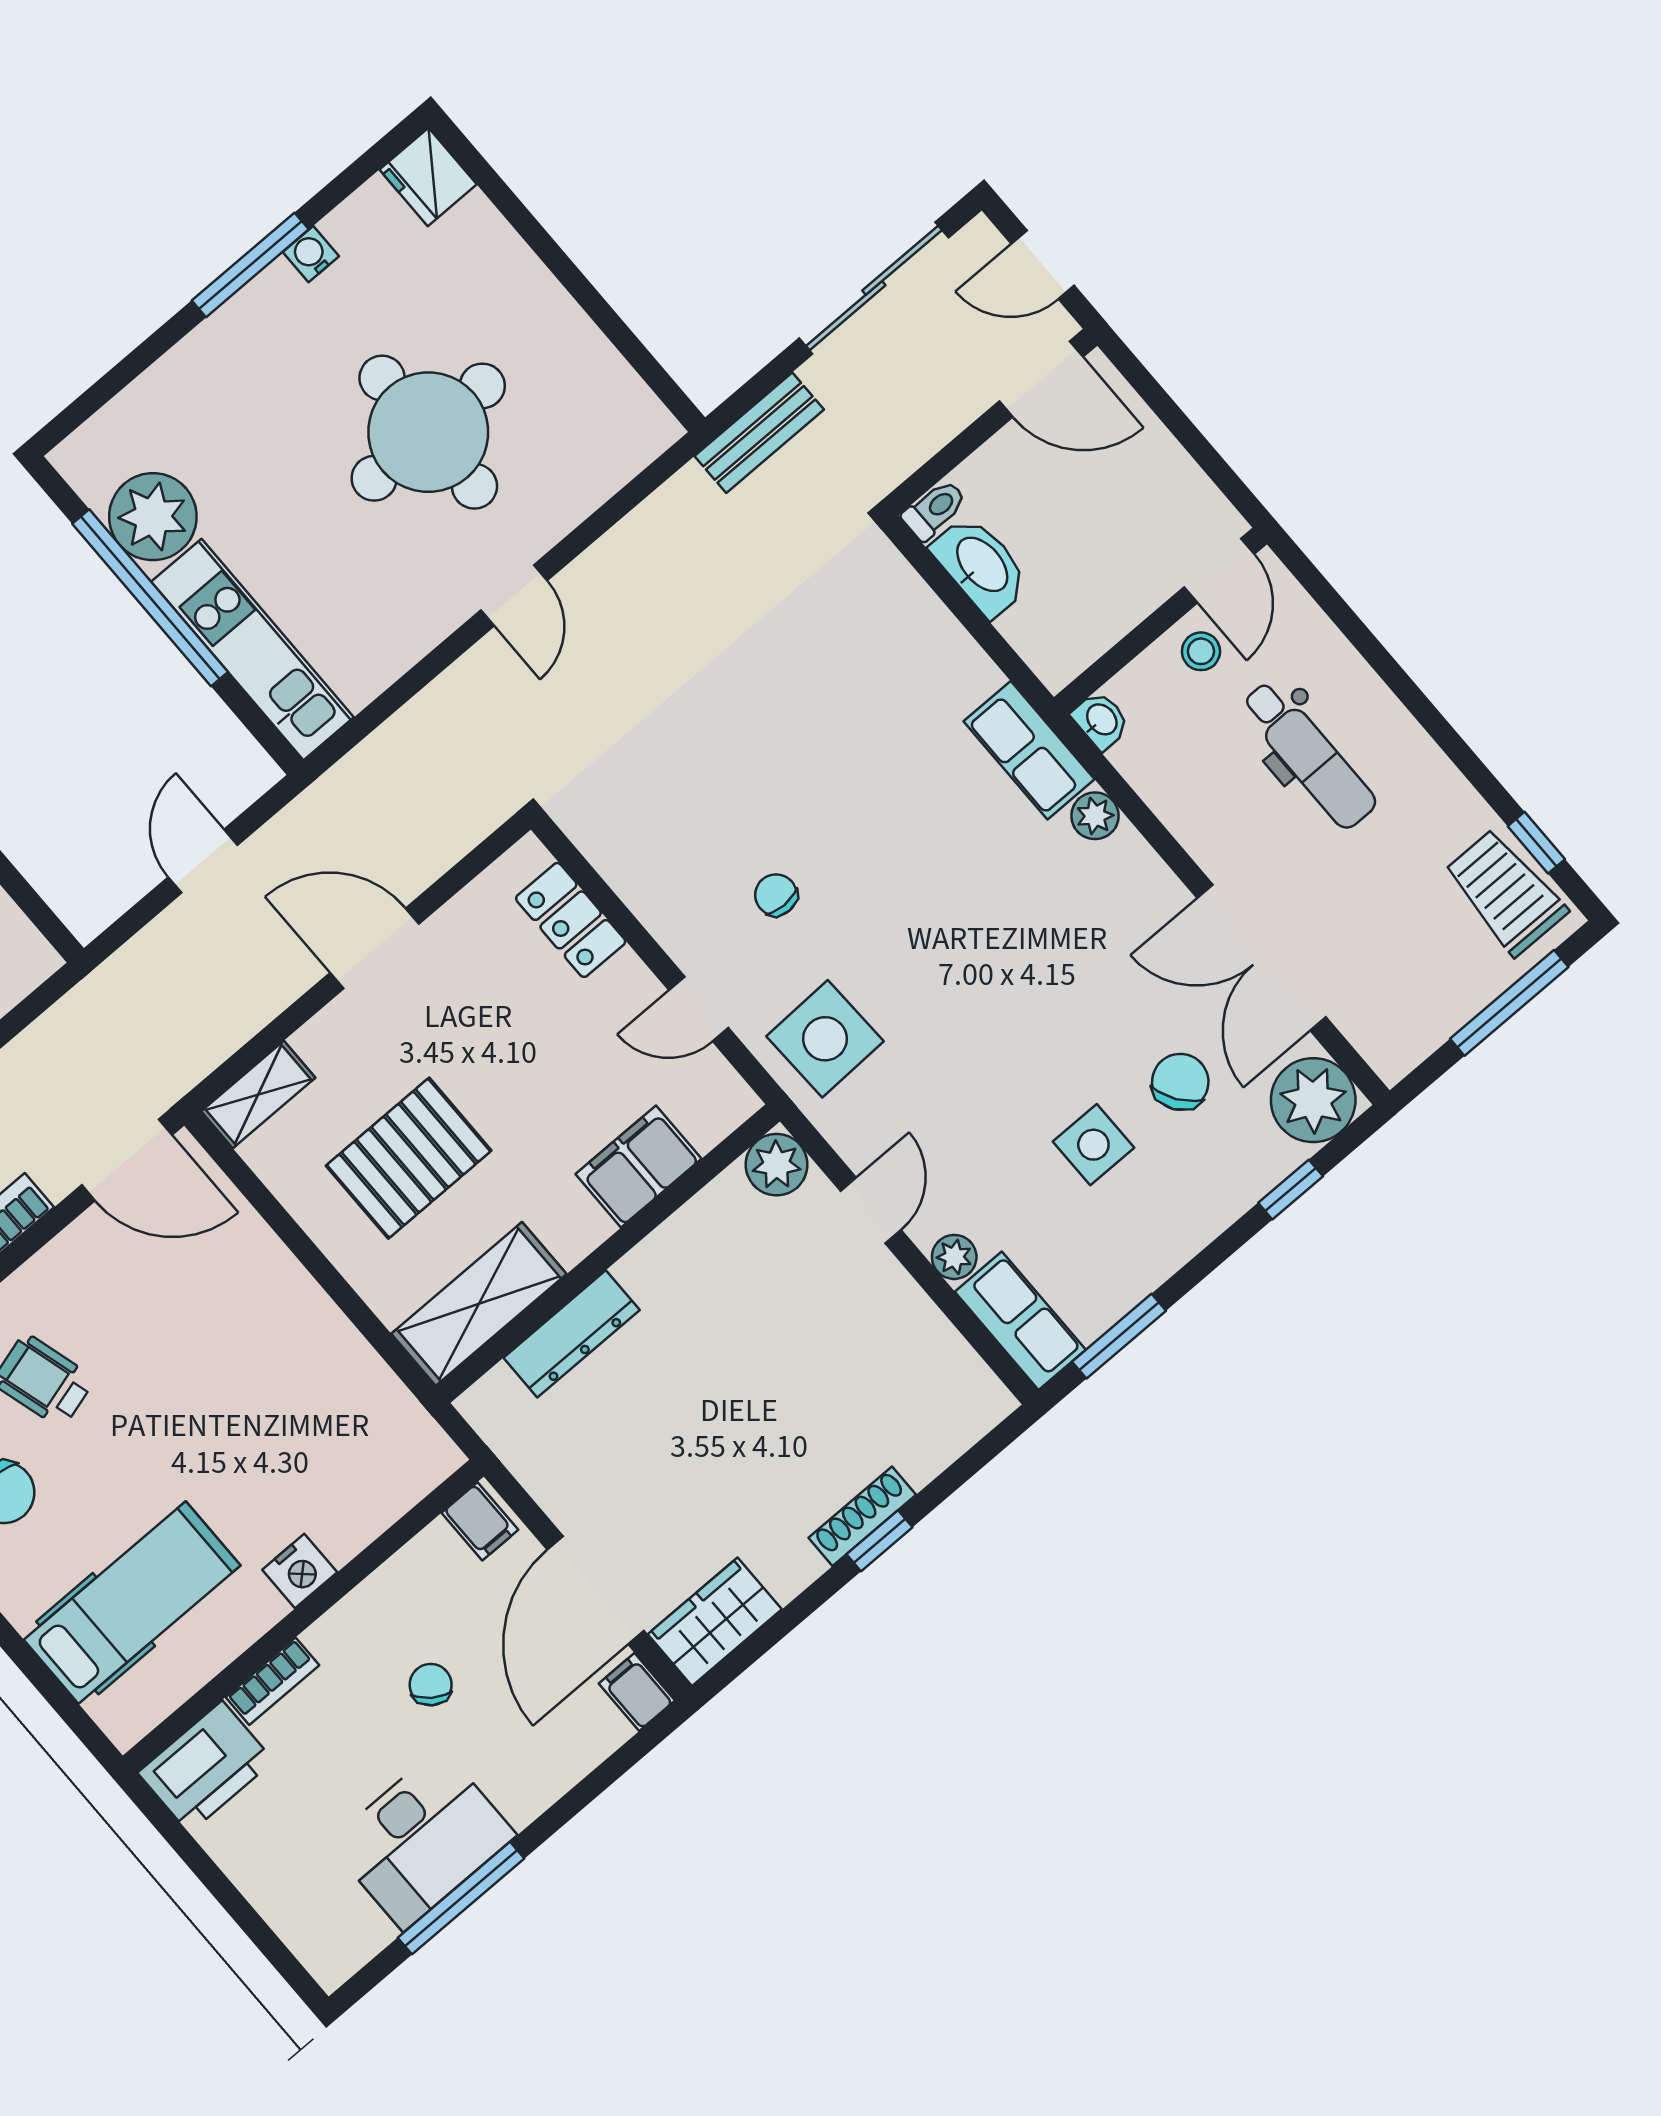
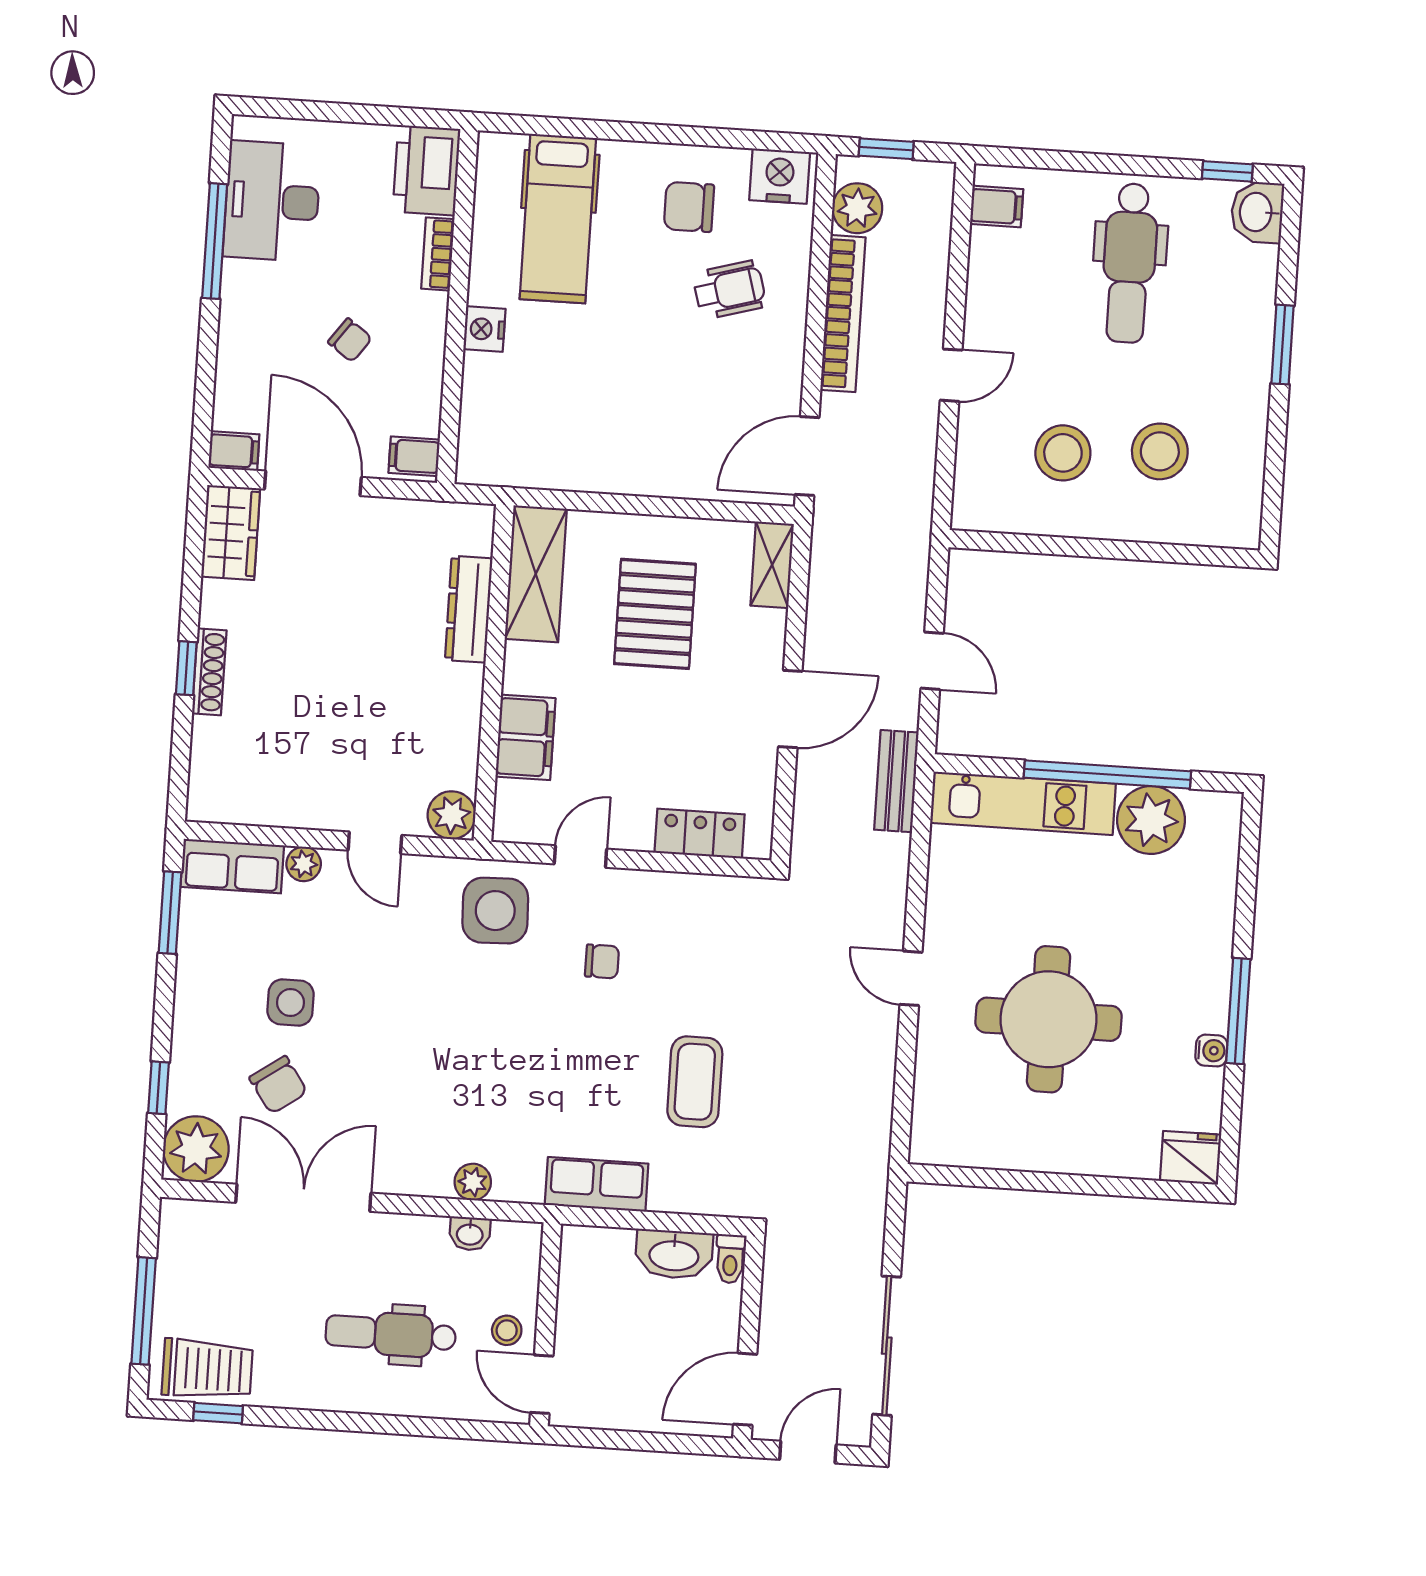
bench: (759, 433) -> (896, 781), moved
coffee table: (803, 701) -> (695, 1082), added
washbasin: (1101, 720) -> (470, 1234), moved
row of seats: (1029, 750) -> (597, 1184), moved
desk: (422, 1839) -> (272, 201), moved

